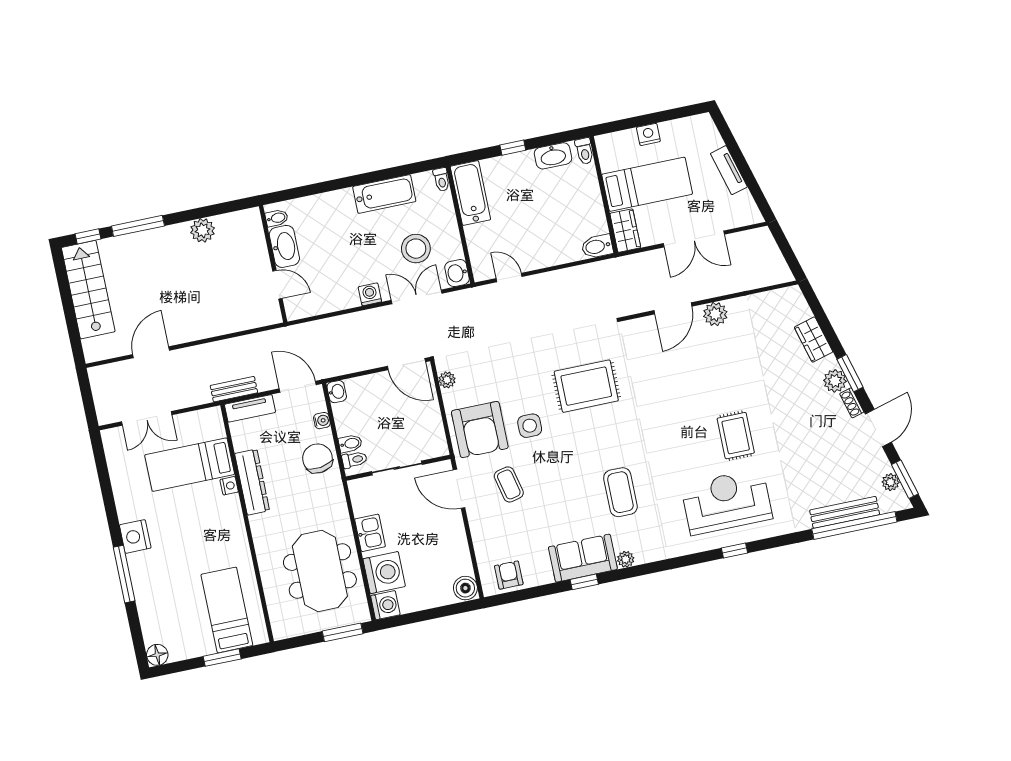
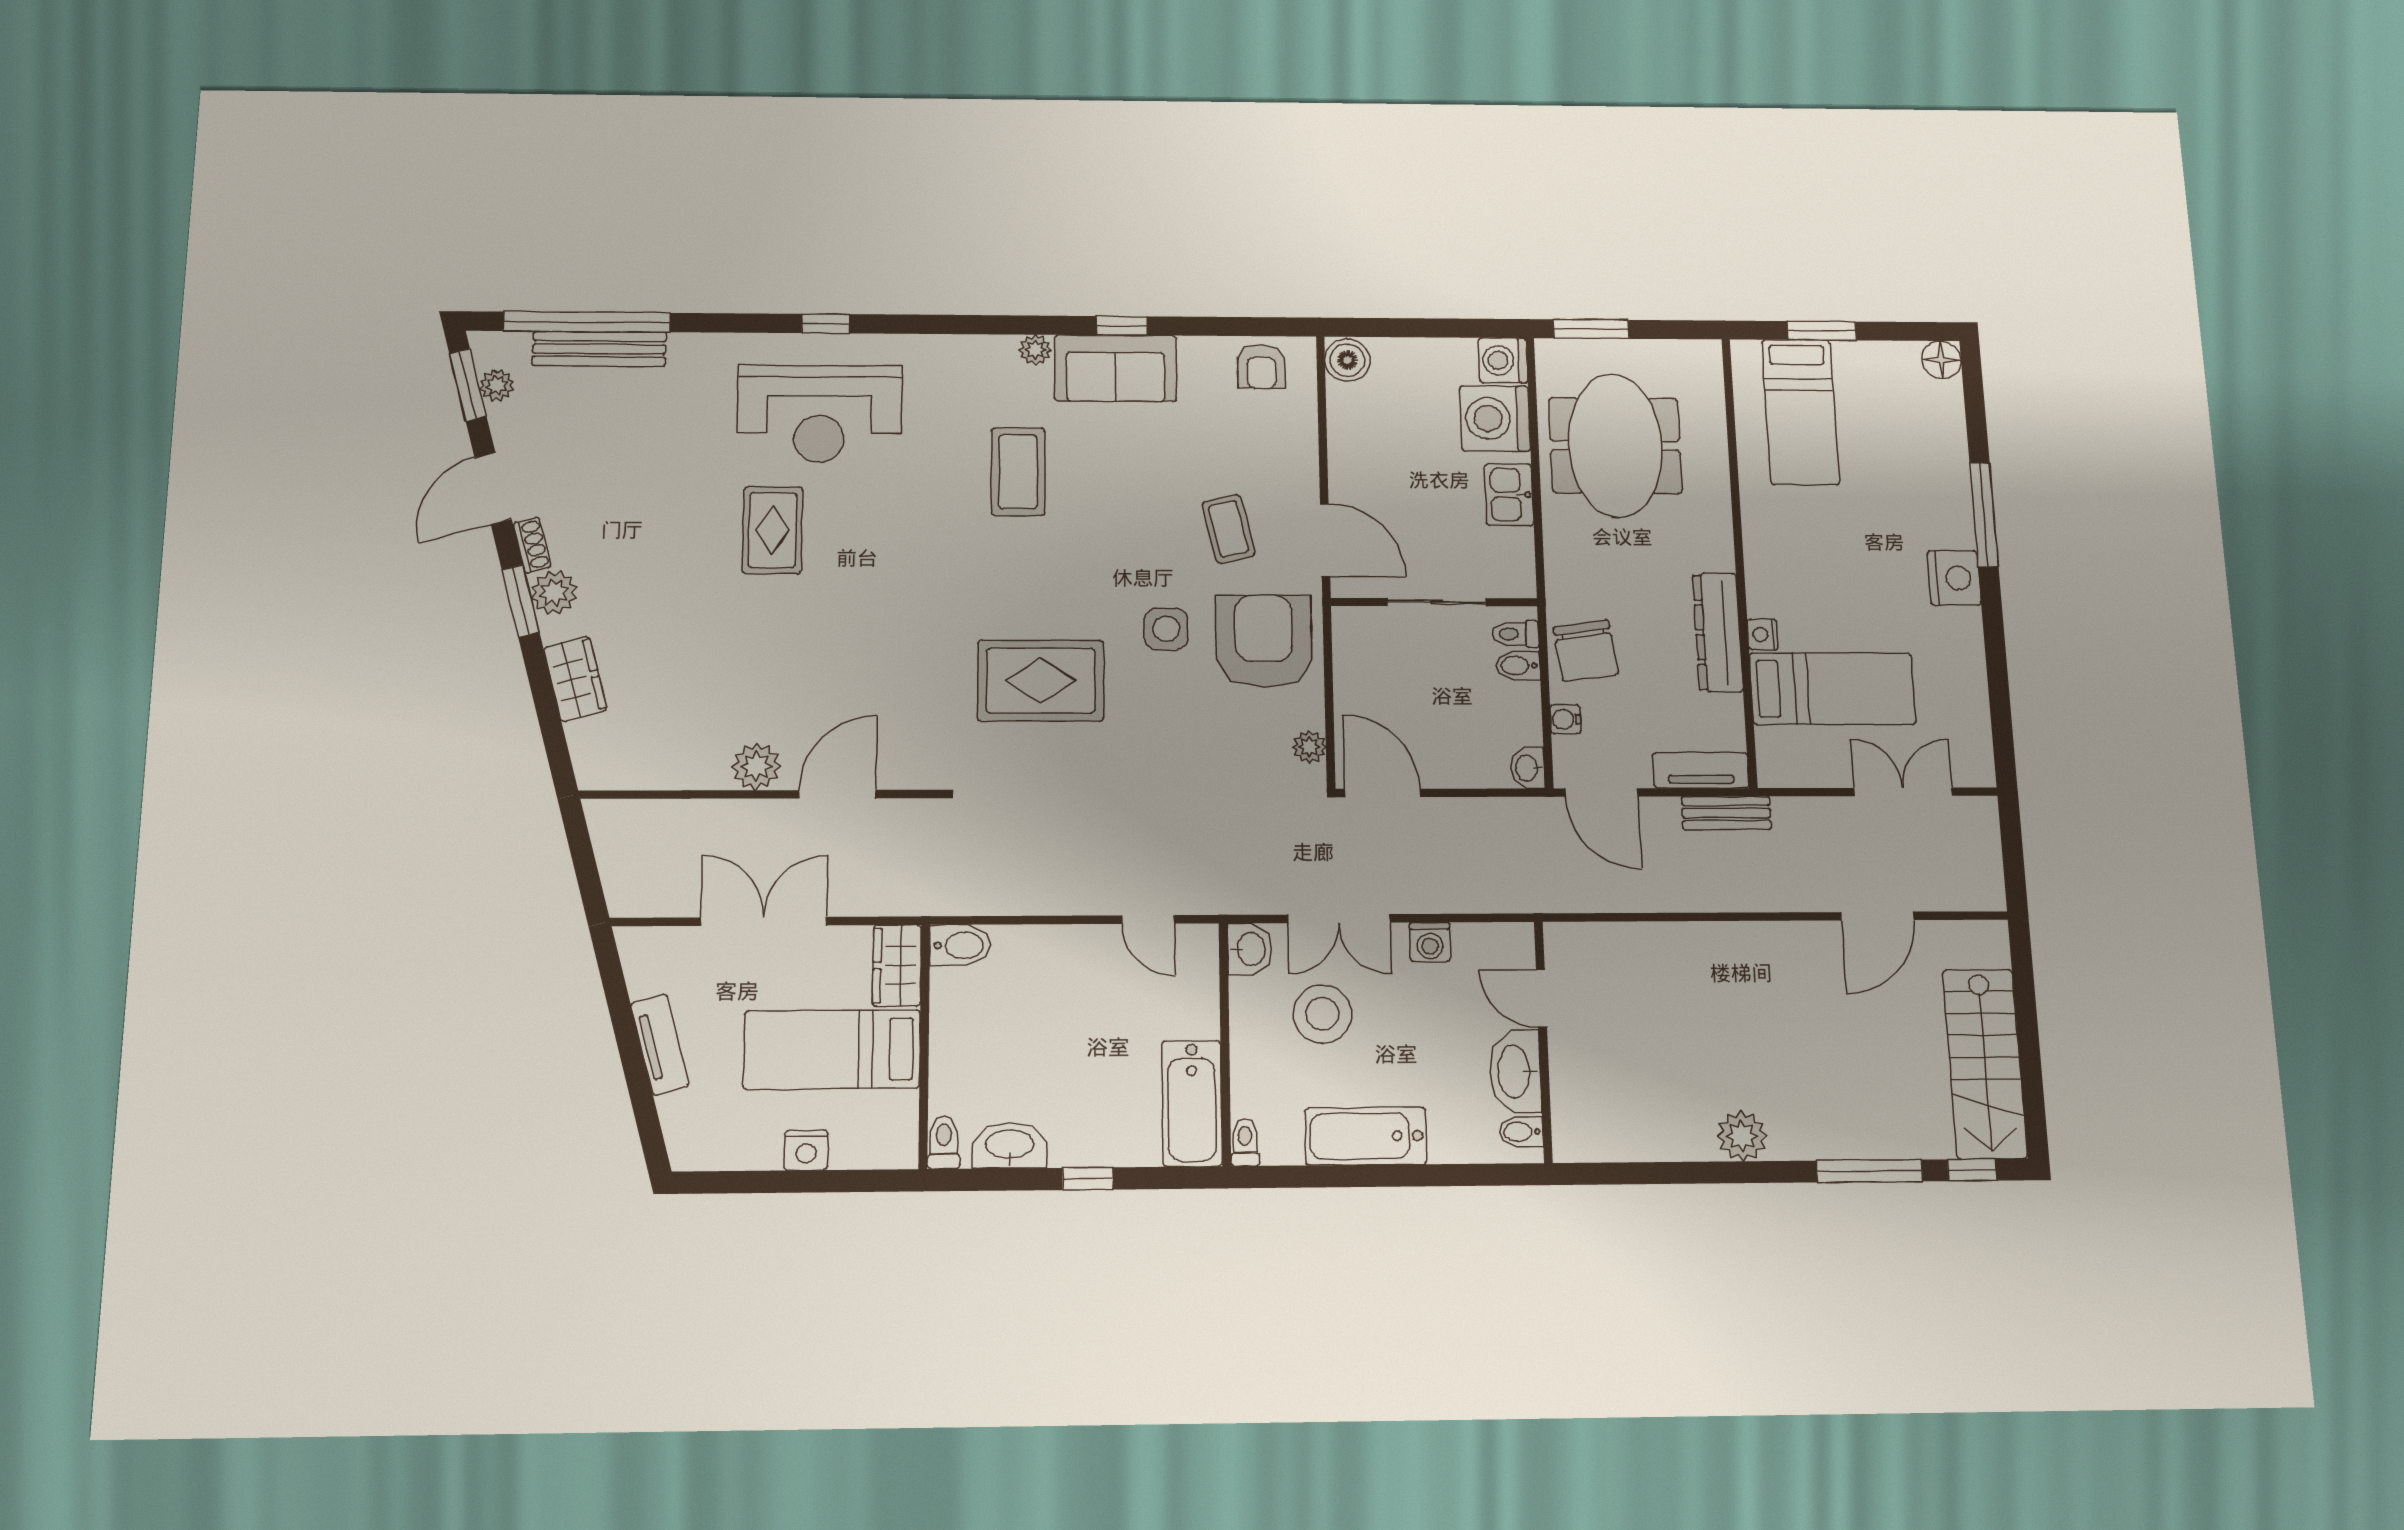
bidet: (277, 218) -> (1521, 1132), moved
washbasin: (284, 246) -> (1515, 1072), moved
wall: (273, 264) -> (1543, 1041), moved
door: (277, 285) -> (1542, 998), moved

